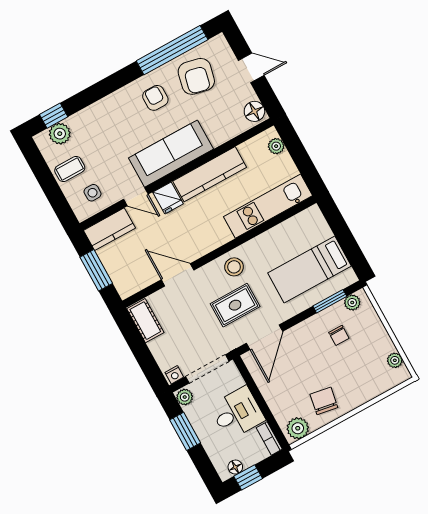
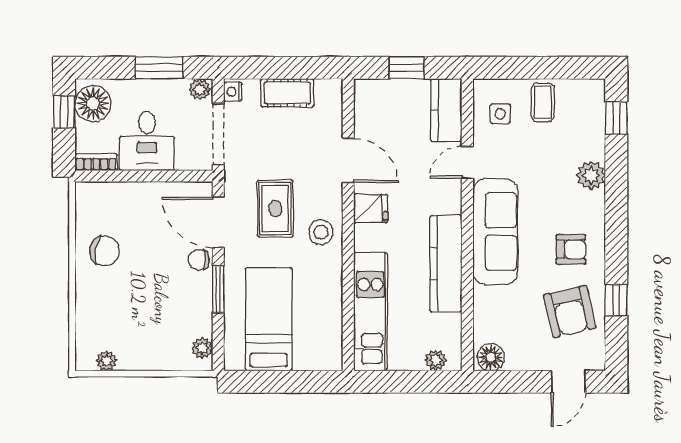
window: (172, 50) -> (616, 300), width x0.32
door: (251, 68) -> (568, 382), moved
armchair: (196, 76) -> (570, 312), turned -116
plant: (60, 134) -> (591, 175), moved
fridge: (168, 198) -> (371, 209), moved, turned 180
window: (96, 270) -> (406, 68), width x0.67
door: (178, 275) -> (348, 161), hinge flipped
window: (330, 301) -> (218, 289), moved
cot: (145, 321) -> (287, 93), moved
chair: (339, 335) -> (199, 260), moved
plant: (298, 428) -> (90, 202), removed
floor lamp: (235, 467) -> (93, 104), width x1.89, depth x1.89

